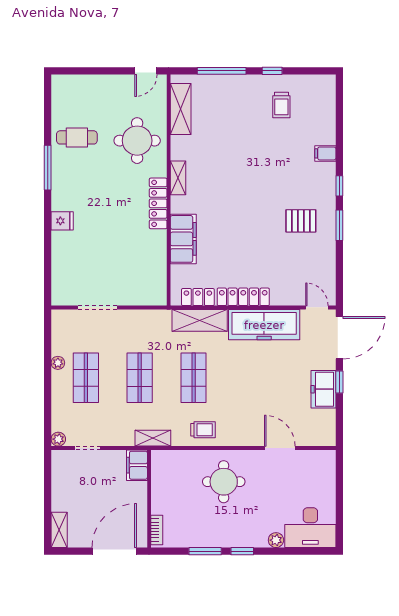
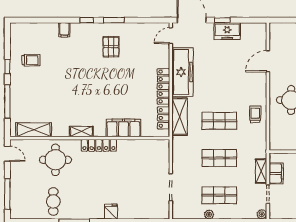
window: (88, 71) -> (7, 194), added
shelving: (153, 438) -> (261, 171), moved
filing cabinet: (137, 465) -> (276, 173), moved, turned -90

